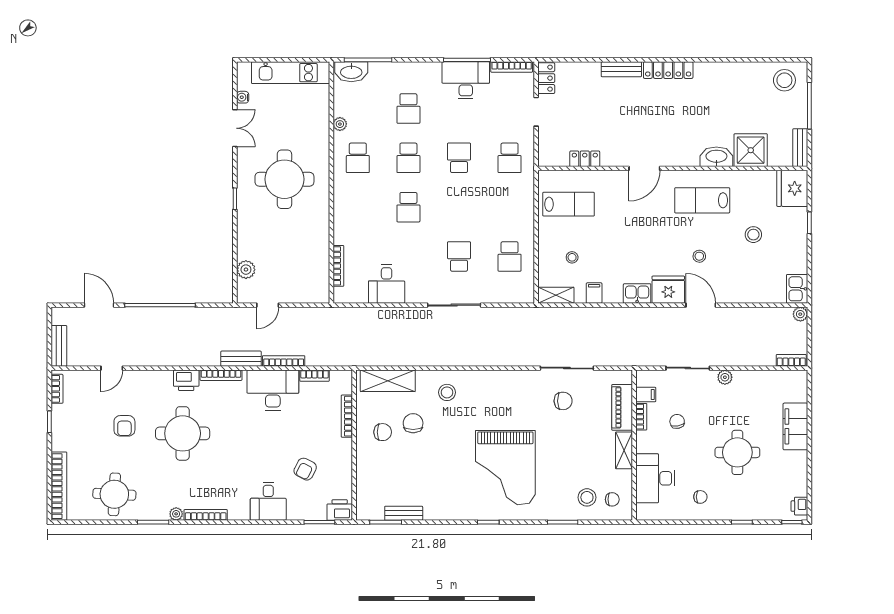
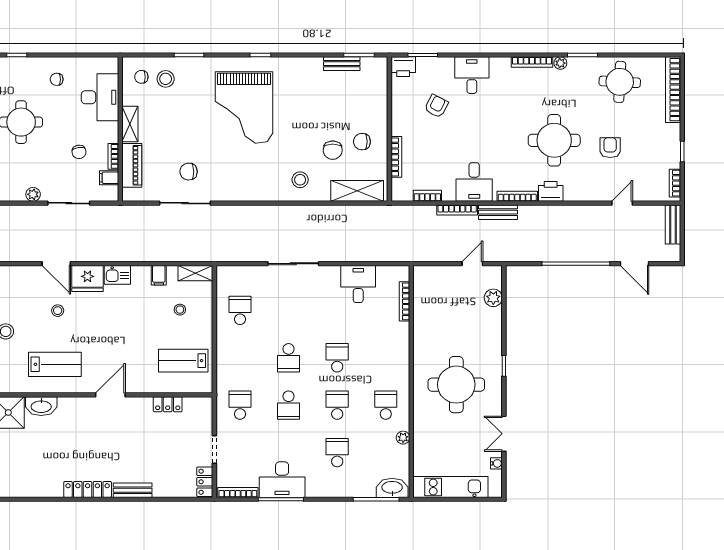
school desk: (459, 256) -> (289, 358), moved
desk: (273, 390) -> (474, 182), width x0.73
grand piano: (505, 468) -> (244, 107), turned 180

